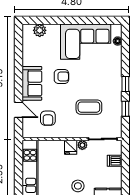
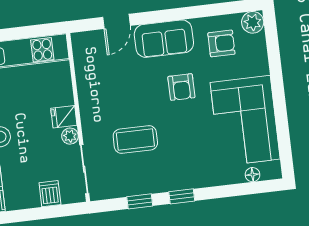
plant: (40, 30) -> (253, 22), moved
coffee table: (89, 107) -> (135, 139), turned 90
armchair: (48, 118) -> (221, 43), moved, turned 180

